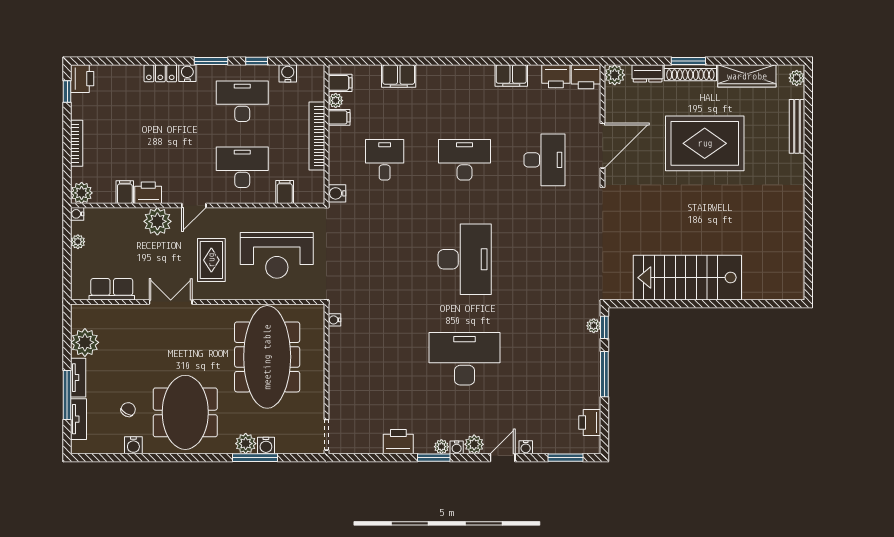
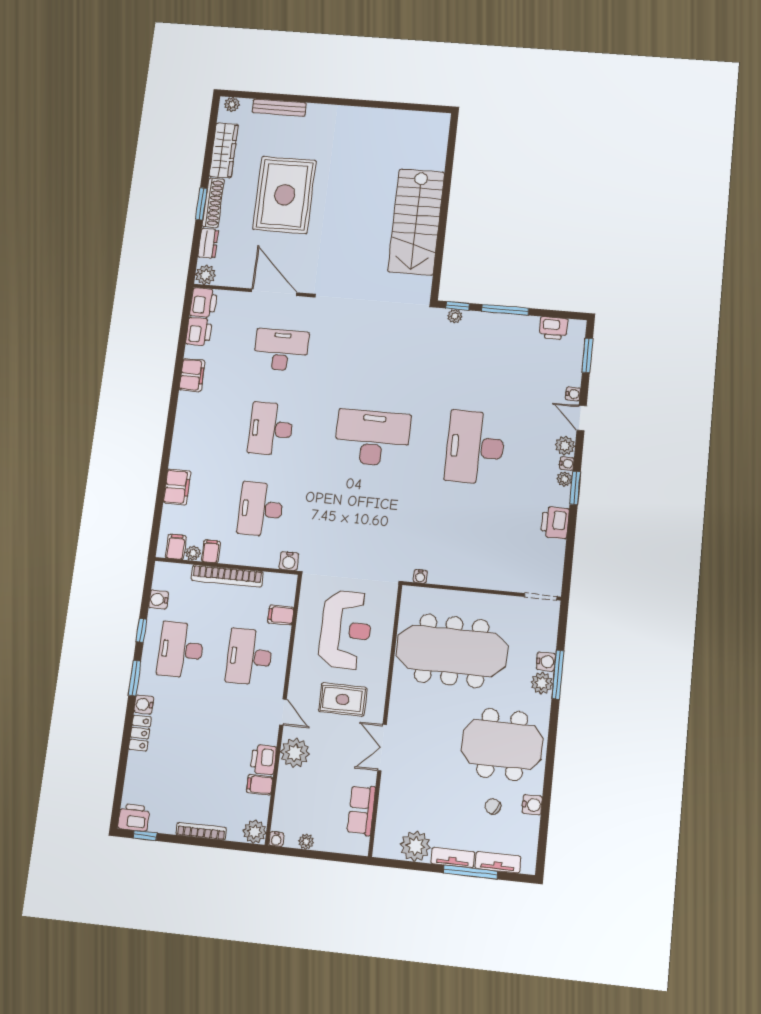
desk: (385, 160) -> (261, 509), width x1.37

